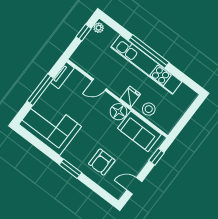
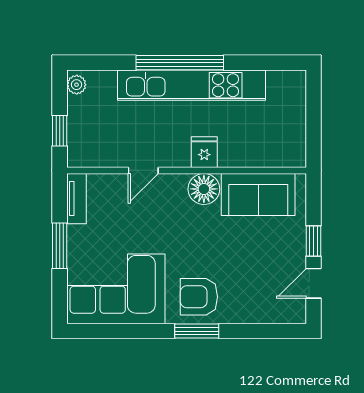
window: (84, 33) -> (60, 131), moved
window: (40, 90) -> (60, 246), width x0.69
stool: (149, 109) -> (247, 150), removed
window: (157, 157) -> (314, 241), moved
armchair: (102, 162) -> (199, 297), moved, turned 90

